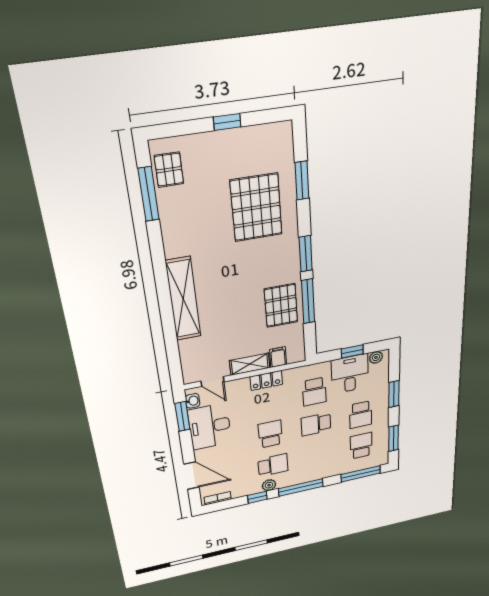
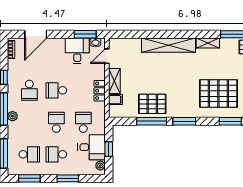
shelving: (171, 239) -> (208, 43), added
school desk: (314, 392) -> (83, 122), turned 90
desk: (210, 427) -> (77, 51), width x0.73
school desk: (270, 434) -> (56, 90), turned 180
plant: (269, 485) -> (12, 116), moved

